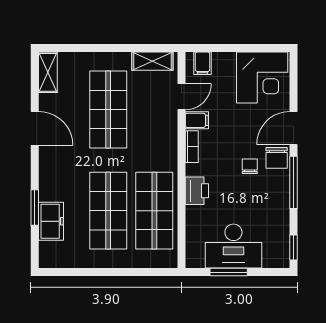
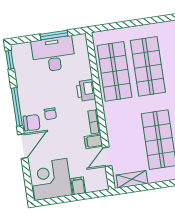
filing cabinet: (203, 63) -> (78, 186), moved
chair: (277, 158) -> (32, 123), turned 92

